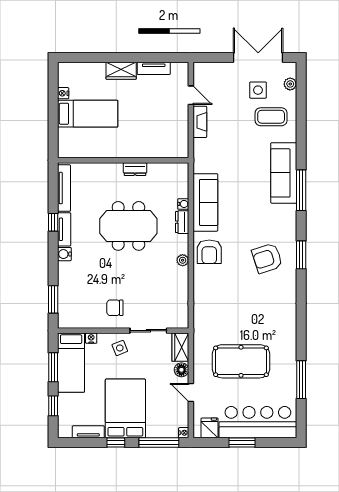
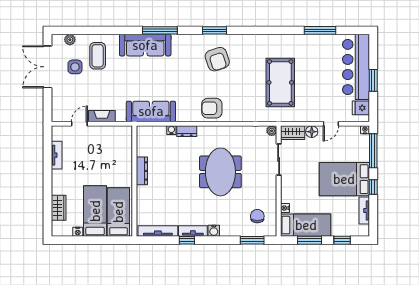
wardrobe: (121, 71) -> (59, 208), moved
bed: (87, 141) -> (118, 212), added
dresser: (135, 169) -> (142, 171), width x1.44
sofa: (205, 202) -> (151, 111), moved
meeting table: (128, 226) -> (220, 172), moved
armchair: (209, 252) -> (212, 108), turned 180
plant: (183, 260) -> (272, 131), moved
chair: (115, 308) -> (257, 216), moved, turned 180
side table: (120, 348) -> (293, 184), removed
pool table: (241, 361) -> (280, 82), moved

